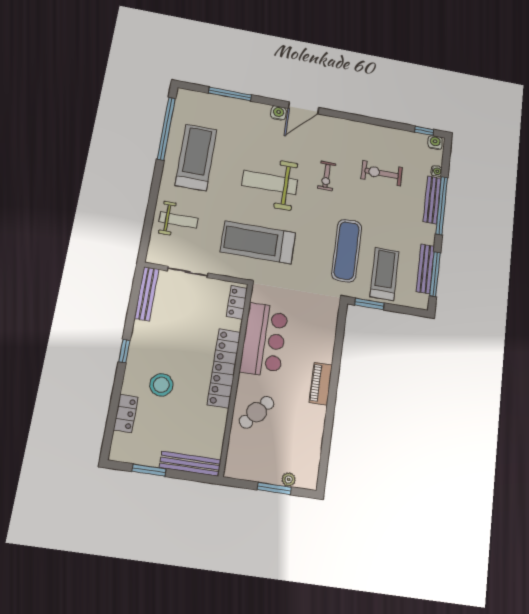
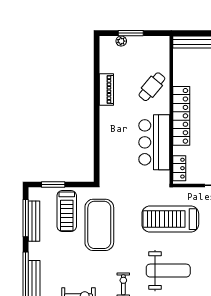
treadmill: (258, 242) -> (170, 219), turned 180
exercise mat: (347, 251) -> (99, 225), width x1.47
window: (369, 304) -> (53, 184), moved
piano: (321, 384) -> (106, 90), moved

